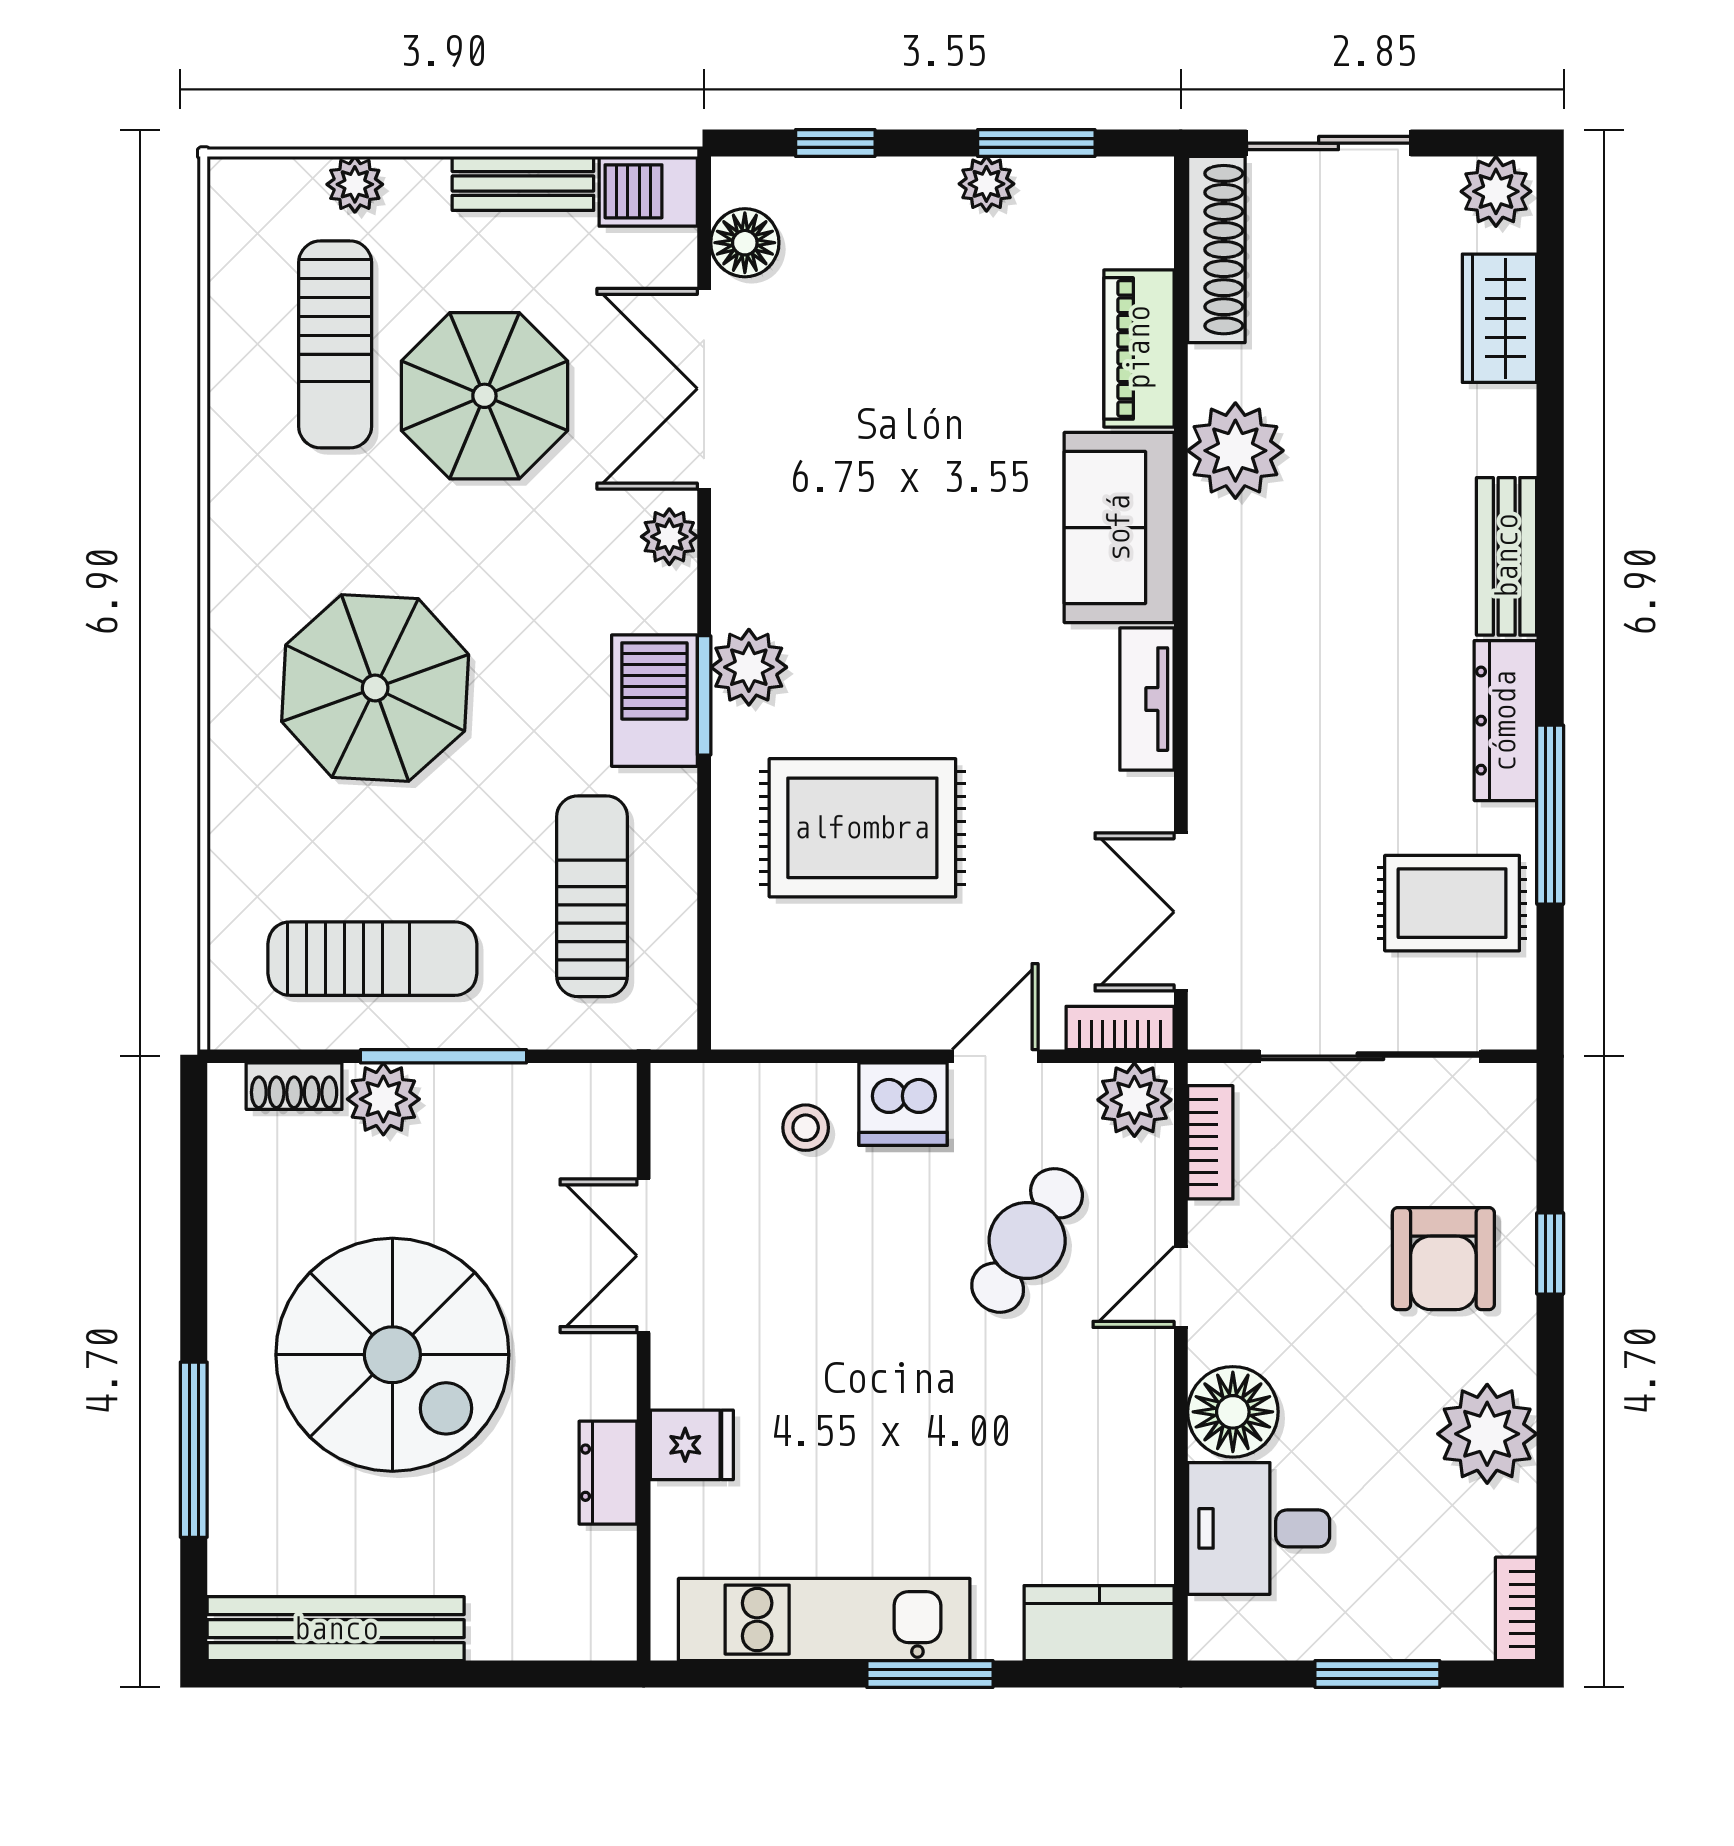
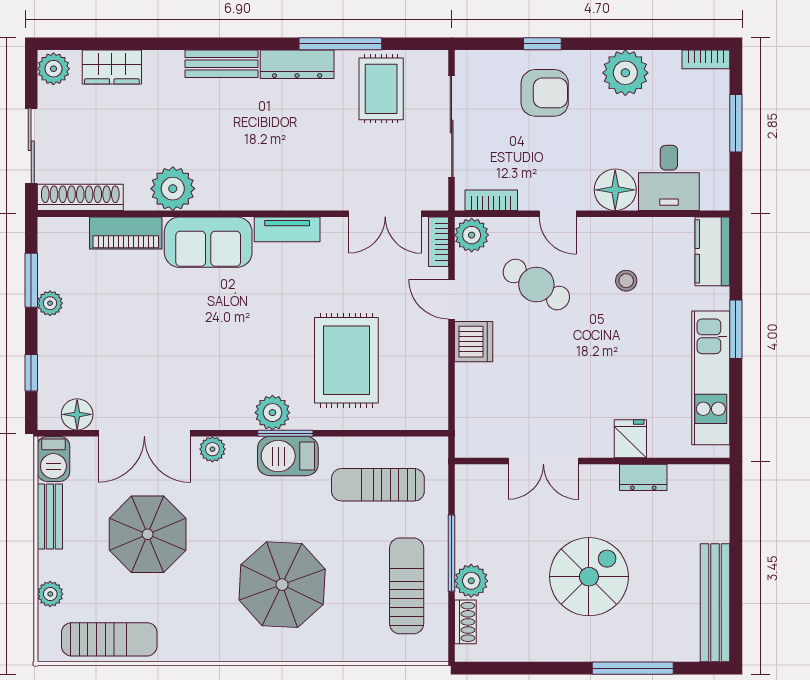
sun lounger: (335, 344) -> (109, 639), moved
stool: (806, 1128) -> (626, 281), moved
spiral stairs: (392, 1355) -> (589, 577), width x0.73, depth x0.73

